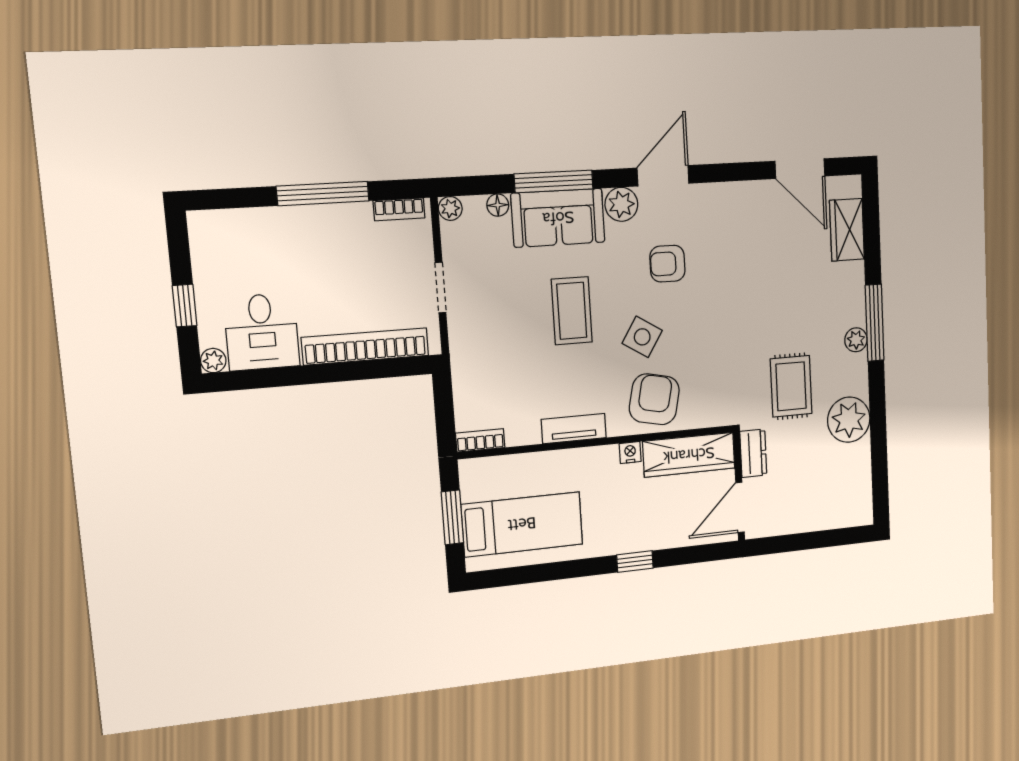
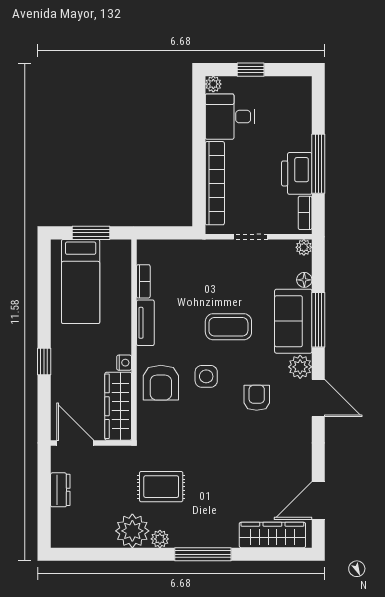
printer: (340, 225) -> (297, 173), added
wardrobe: (847, 230) -> (272, 535), width x1.50
side table: (642, 337) -> (206, 376), turned -32
plant: (856, 340) -> (160, 539), moved
armchair: (654, 399) -> (161, 383), turned 78
bookcase: (480, 440) -> (143, 281), moved
dresser: (753, 453) -> (60, 490), moved, turned -90

